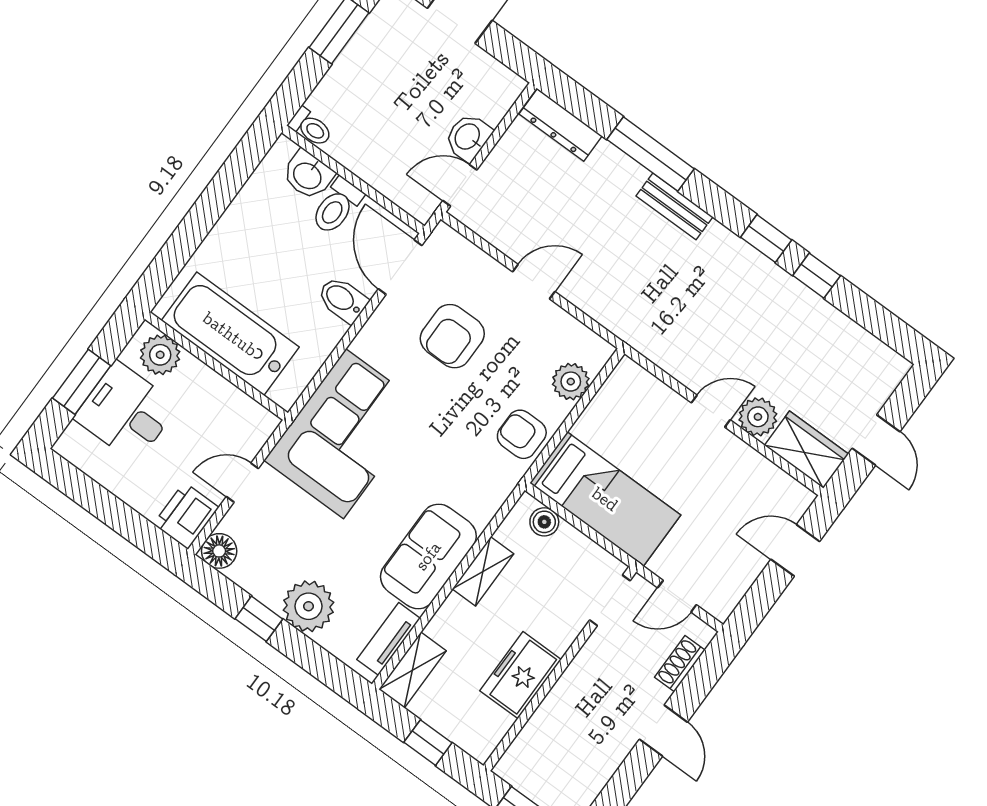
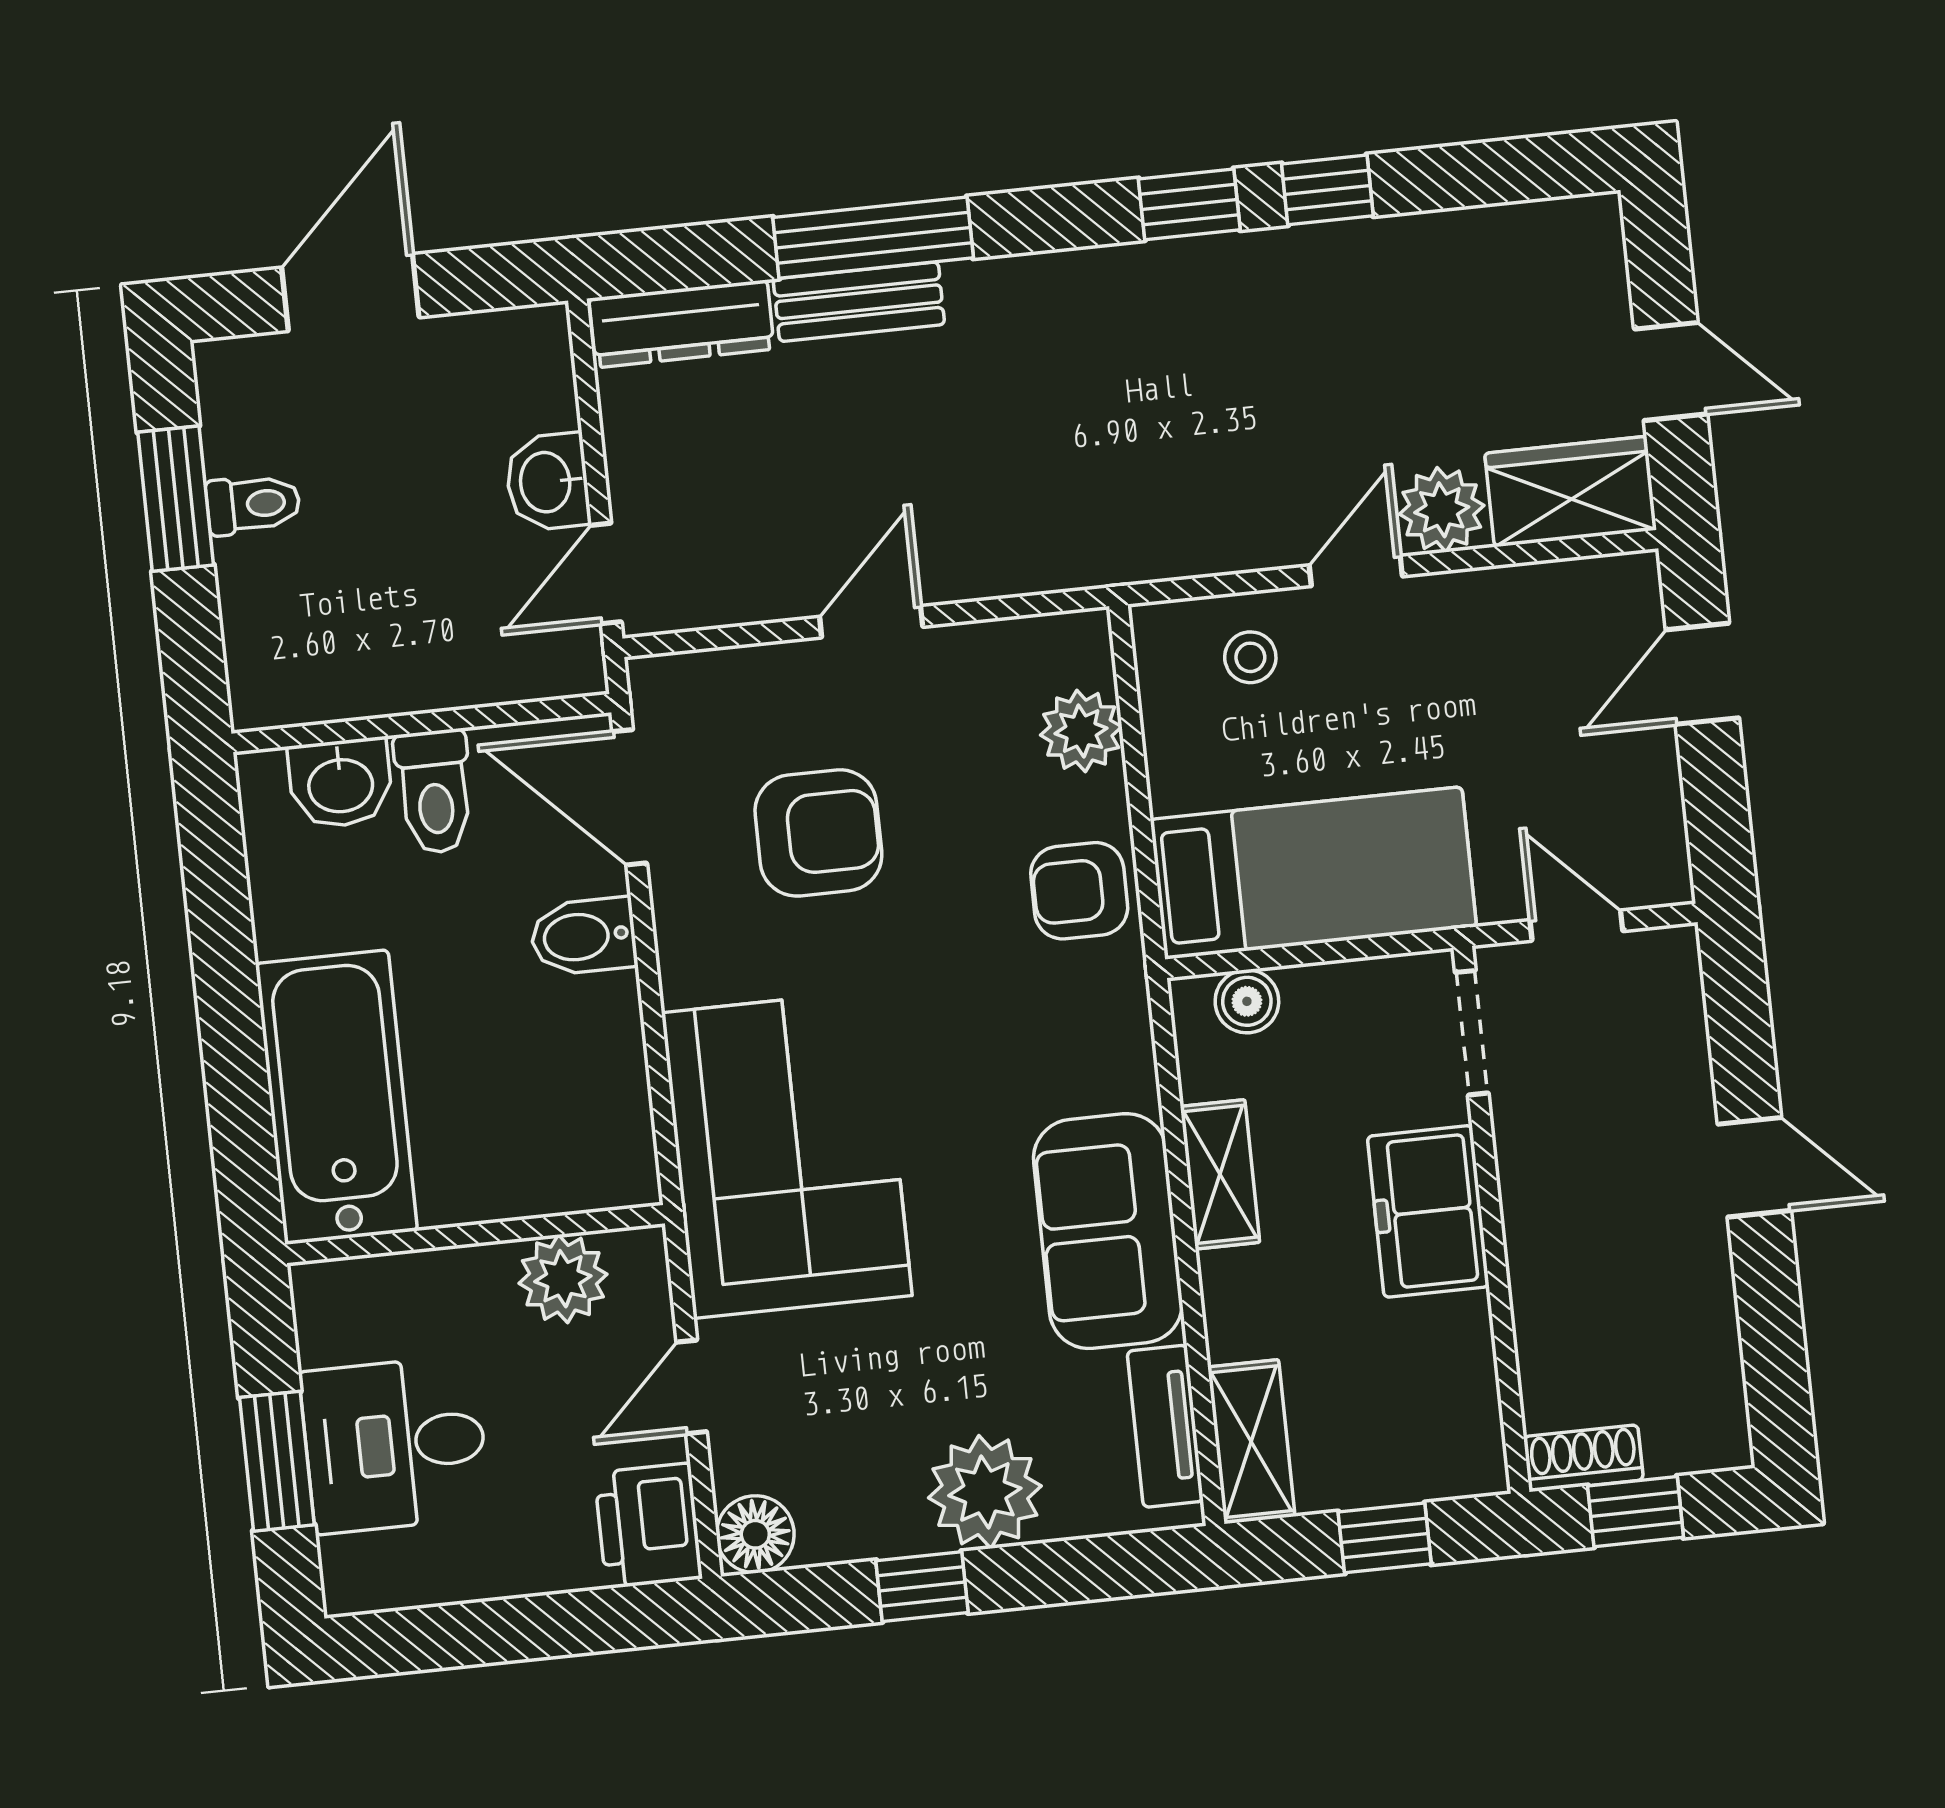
toilet: (311, 127) -> (253, 504), moved
bench: (674, 206) -> (859, 302), moved
bathtub: (230, 334) -> (336, 1097), moved, turned 90
armchair: (452, 336) -> (818, 833), turned -90
plant: (160, 355) -> (563, 1279), moved
stool: (649, 408) -> (1250, 657), added
door: (677, 596) -> (1576, 926), swing flipped
shoe rack: (680, 664) -> (1583, 1458), moved, turned 90
freezer: (521, 675) -> (1428, 1211), moved

